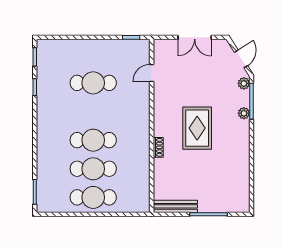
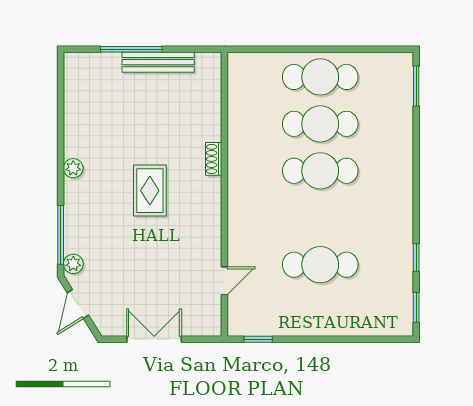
plant: (244, 113) -> (73, 168), moved
rug: (197, 128) -> (150, 191), width x0.73, depth x0.70
bench: (175, 206) -> (158, 62), moved

